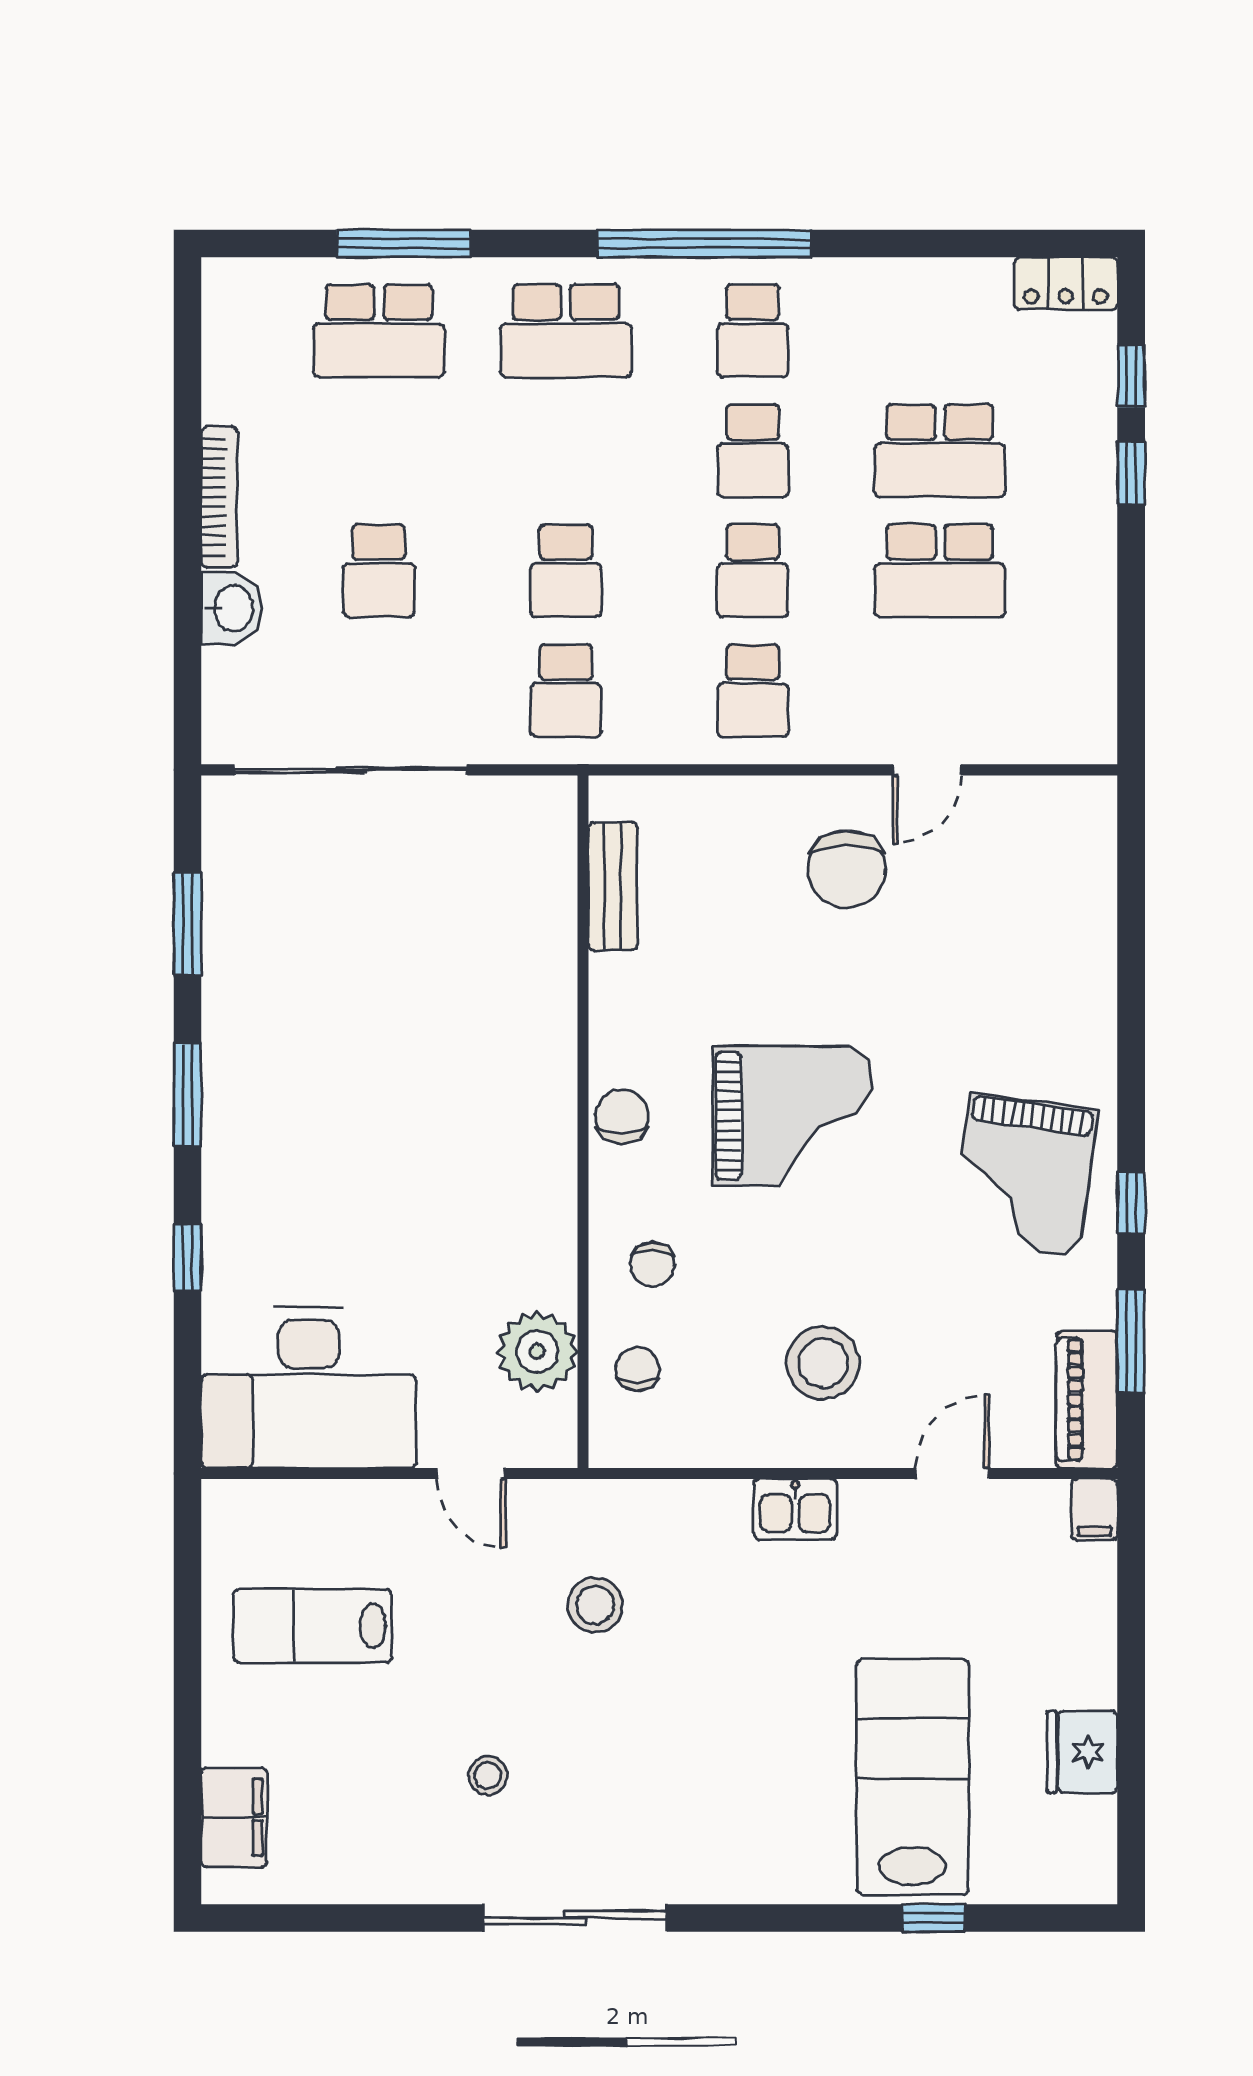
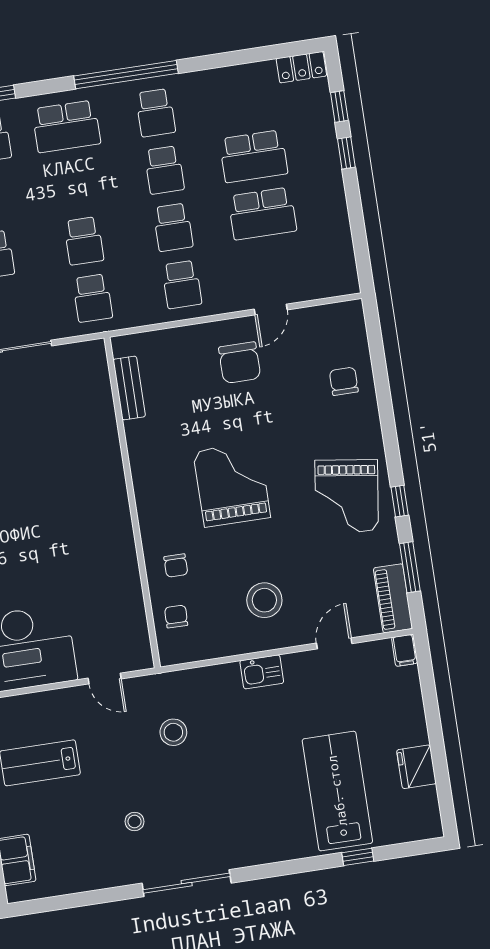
grand piano: (793, 1116) -> (232, 484), turned -90
chair: (622, 1117) -> (344, 381), moved
plant: (537, 1351) -> (127, 616), removed

